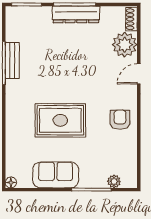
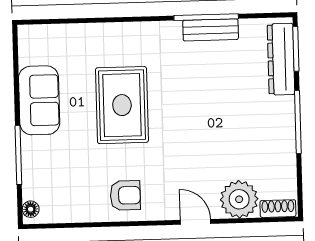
dresser: (76, 14) -> (281, 59), moved
plant: (114, 181) -> (32, 189), removed
floor lamp: (11, 183) -> (31, 209), moved

